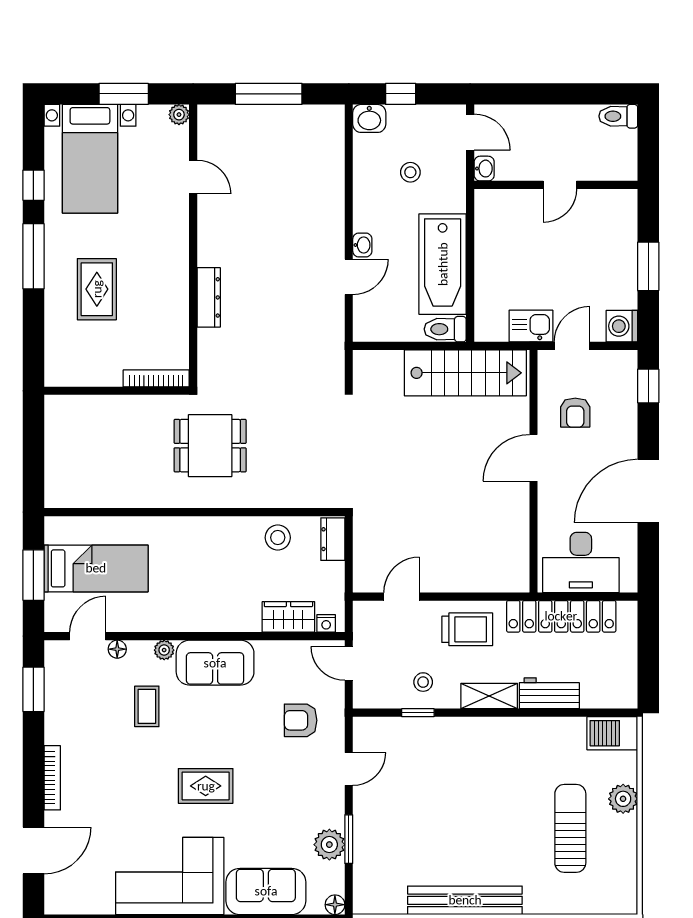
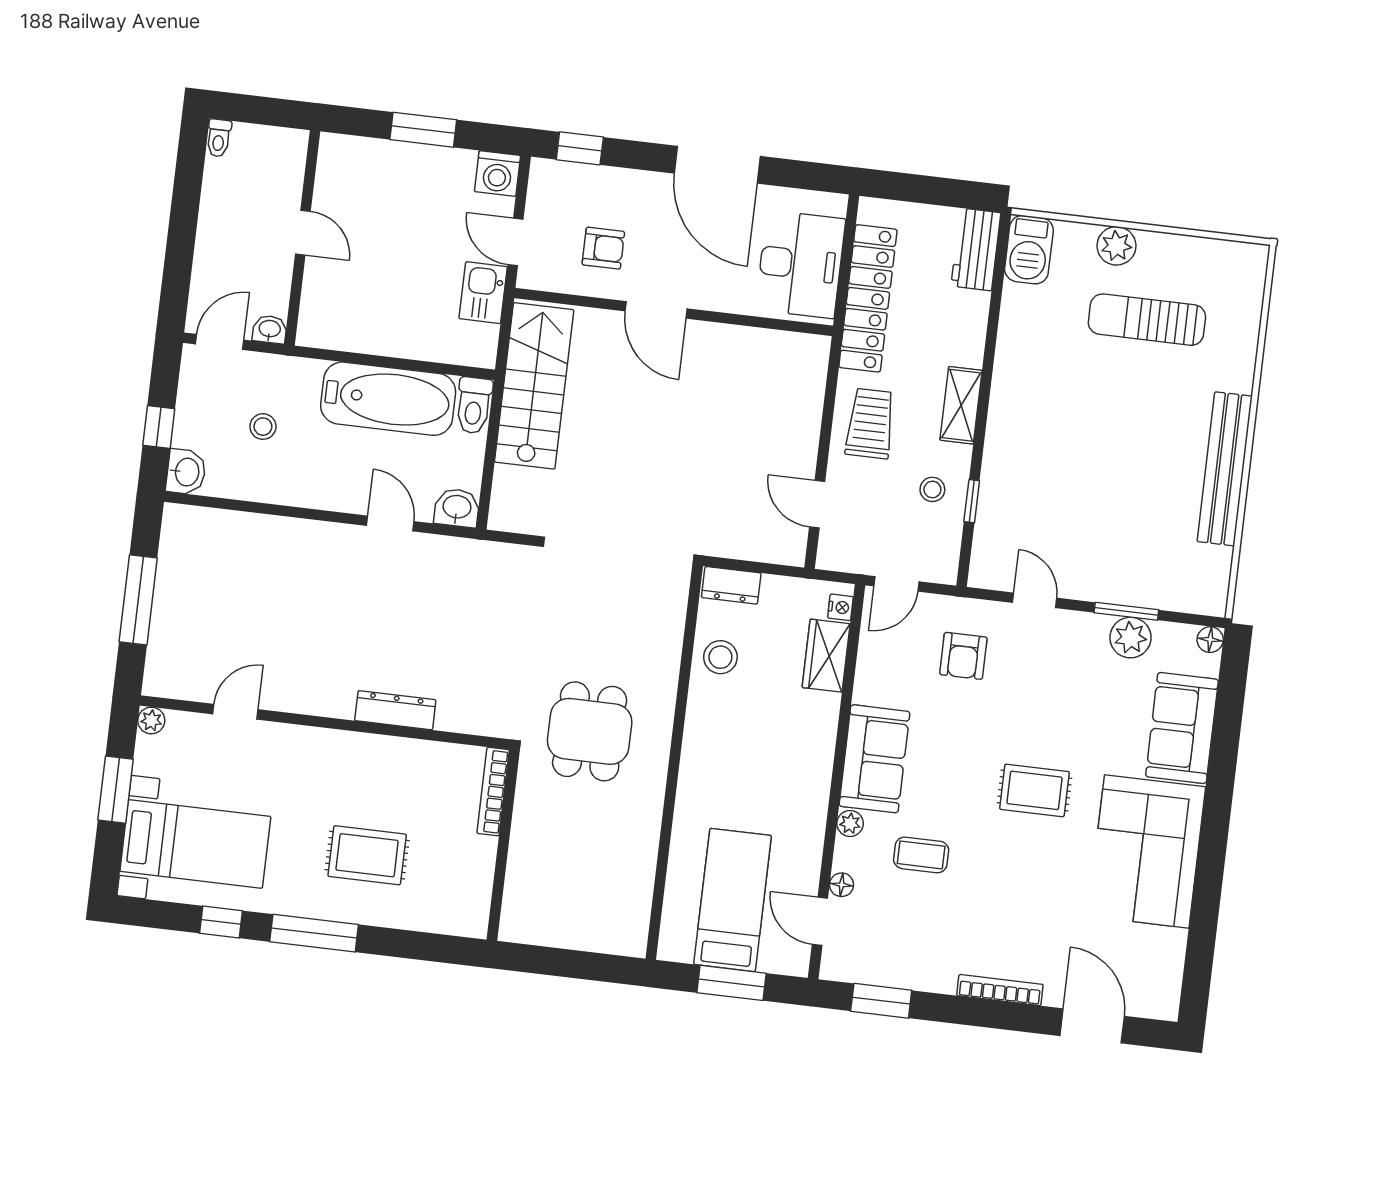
toilet: (618, 116) -> (219, 138), width x0.73, depth x0.72
washbasin: (362, 245) -> (457, 508), moved, width x1.38, depth x1.45
workbench: (549, 693) -> (976, 249), moved
rug: (206, 786) -> (1035, 790), turned 90

